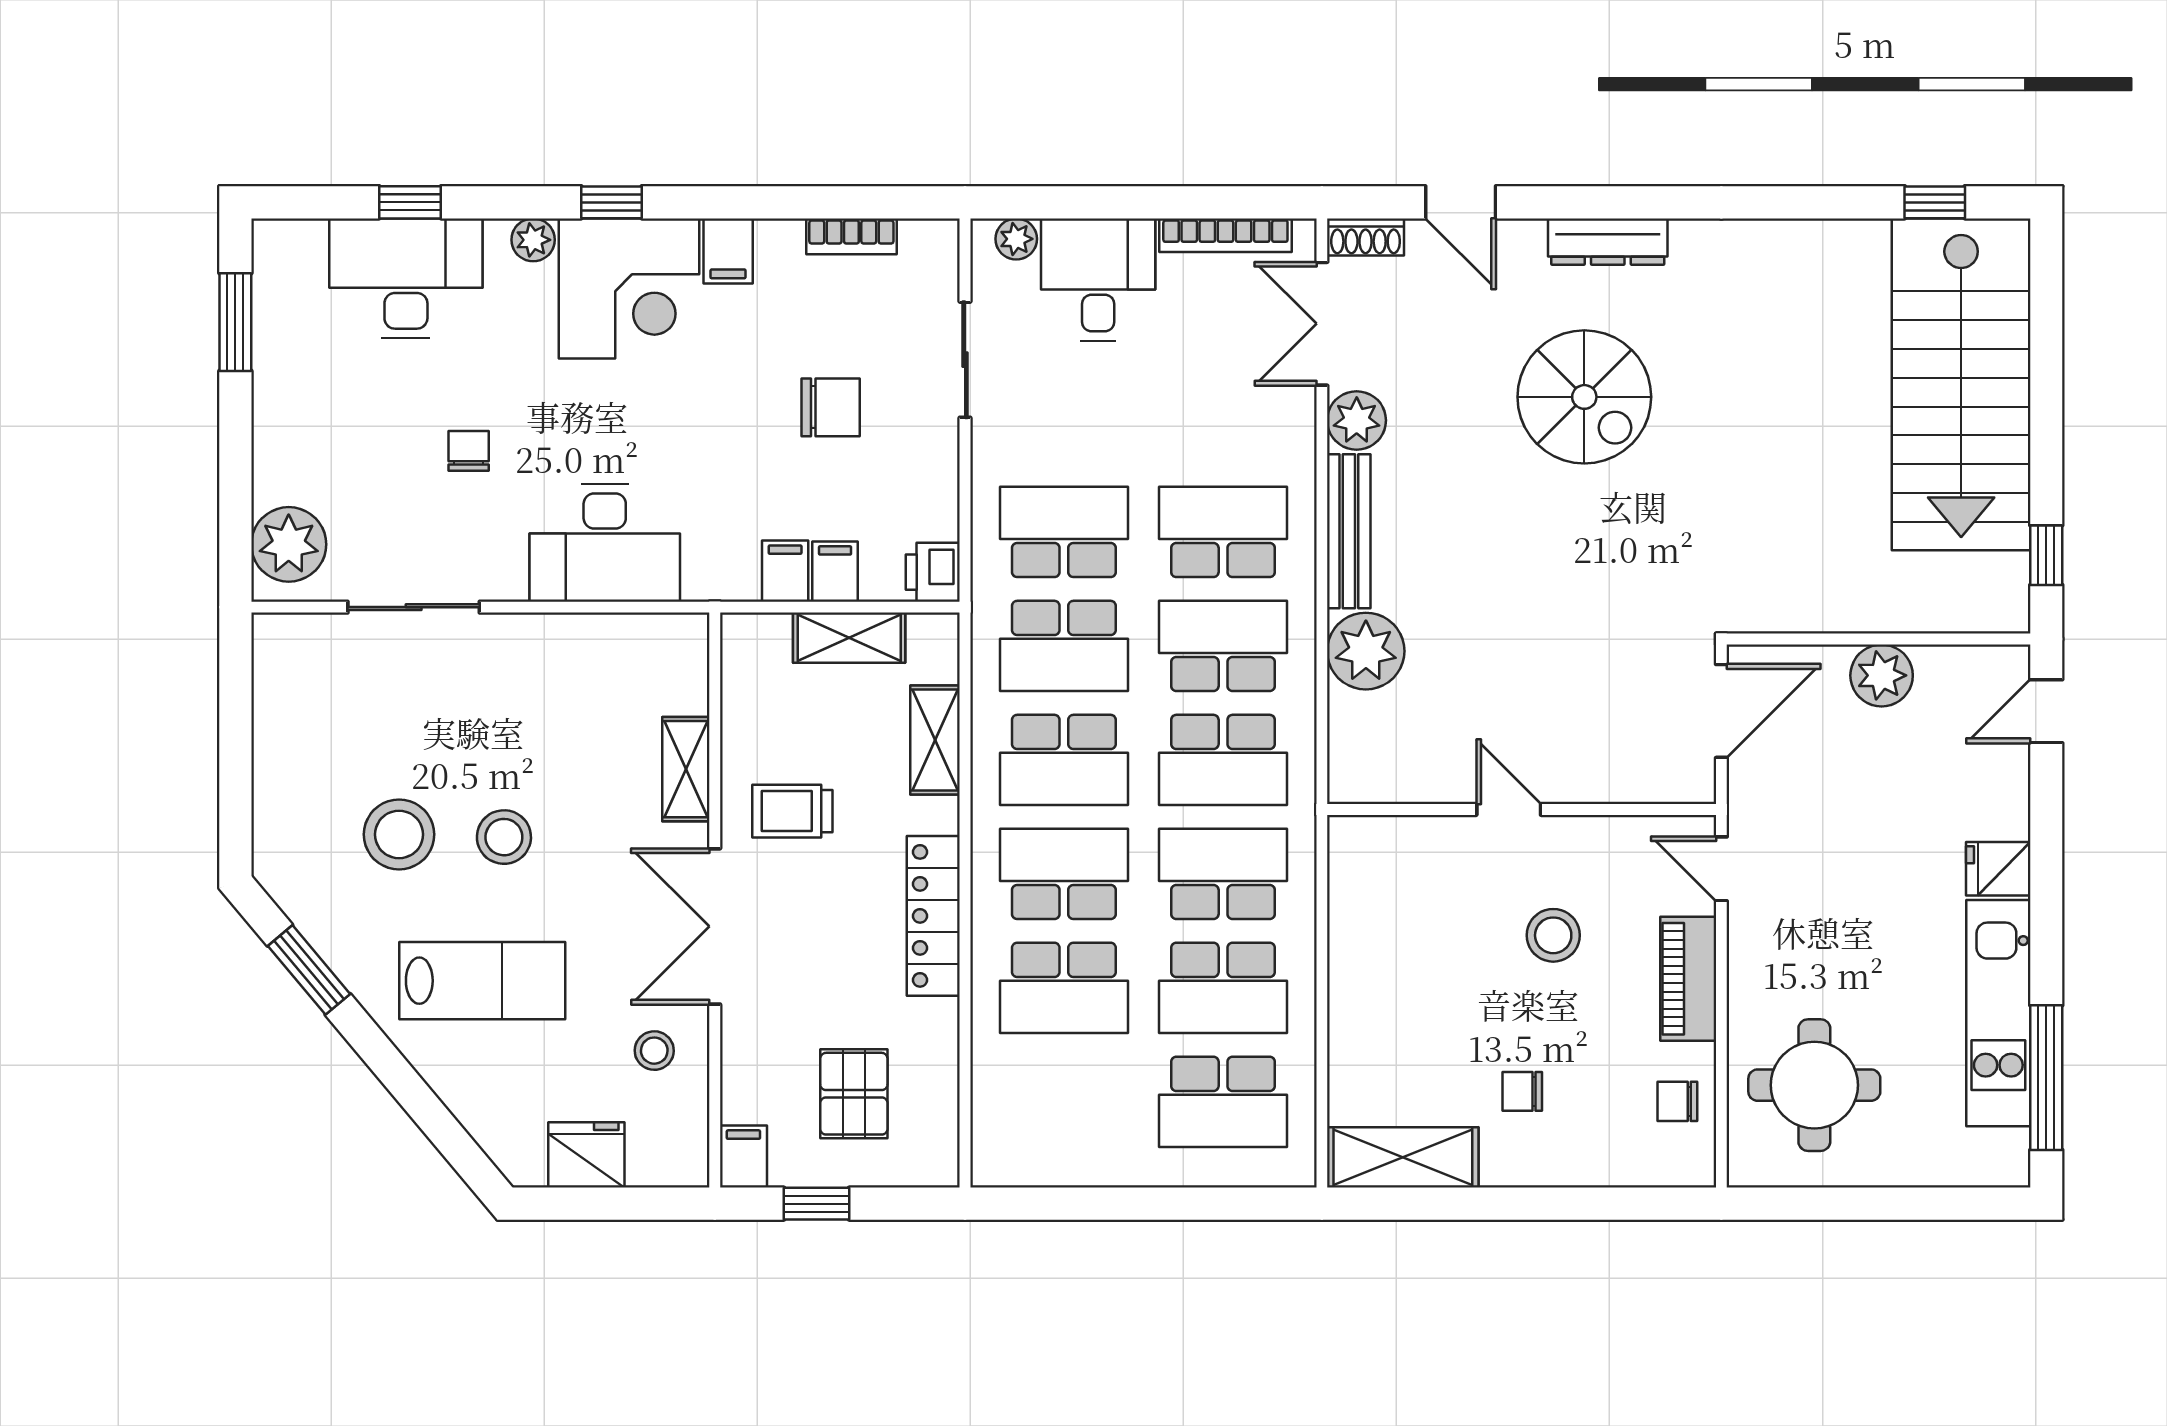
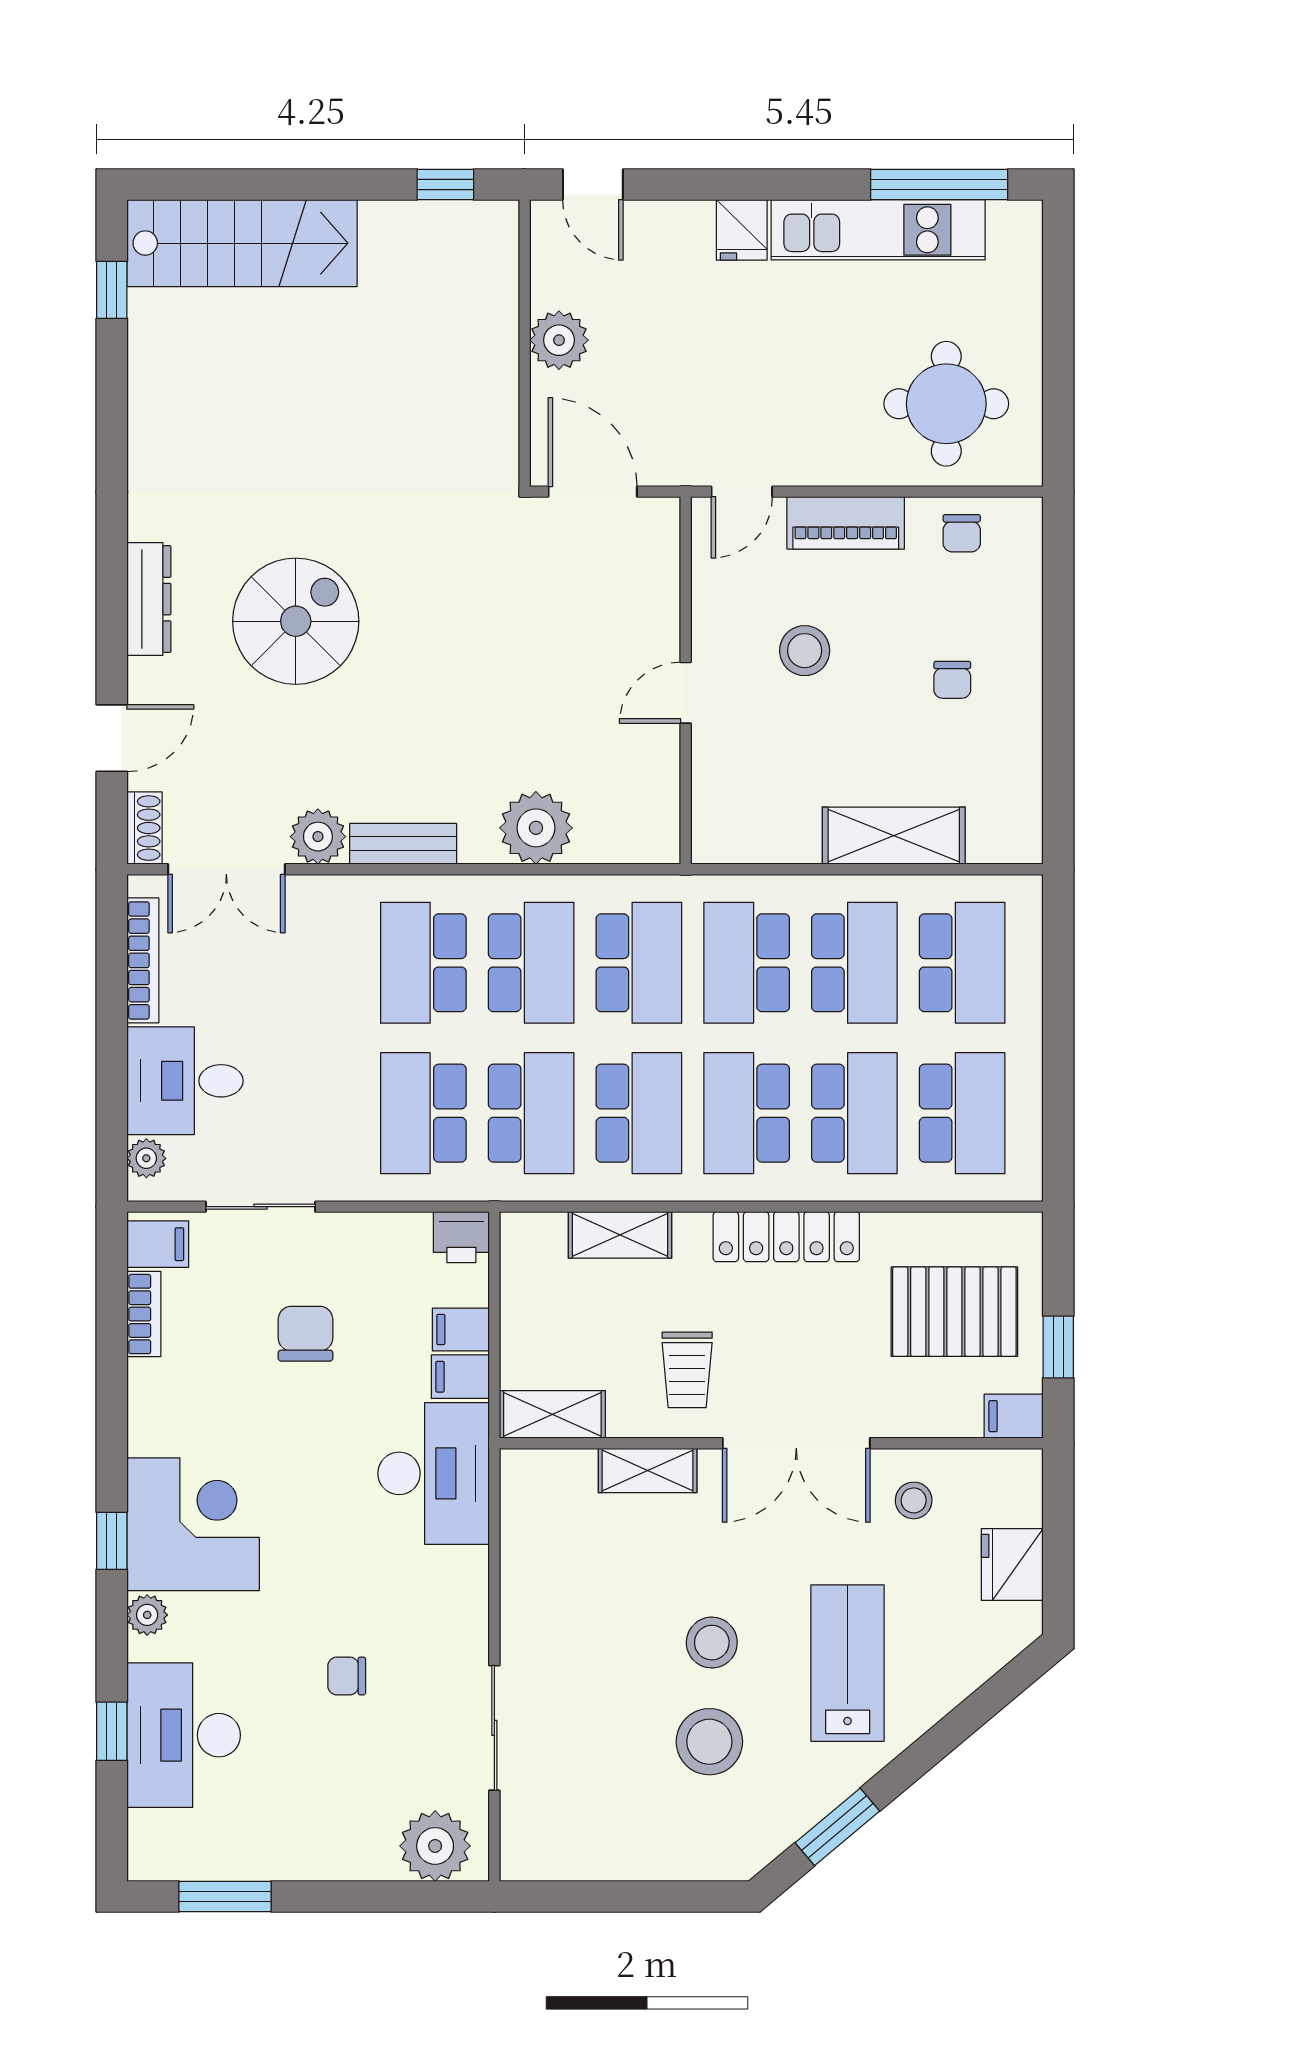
filing cabinet: (728, 251) -> (158, 1244), moved
stairs: (1961, 384) -> (242, 243), width x0.73, depth x0.66
bench: (1349, 531) -> (403, 844), width x0.73
desk: (605, 543) -> (434, 1473), moved
shelving: (849, 638) -> (552, 1414), moved, turned 90
school desk: (1223, 646) -> (531, 963), turned 180
pallet: (854, 1094) -> (954, 1312), width x1.50, depth x1.42
school desk: (1064, 1102) -> (962, 1113), added
shelving: (1403, 1157) -> (894, 836), moved, turned 90

